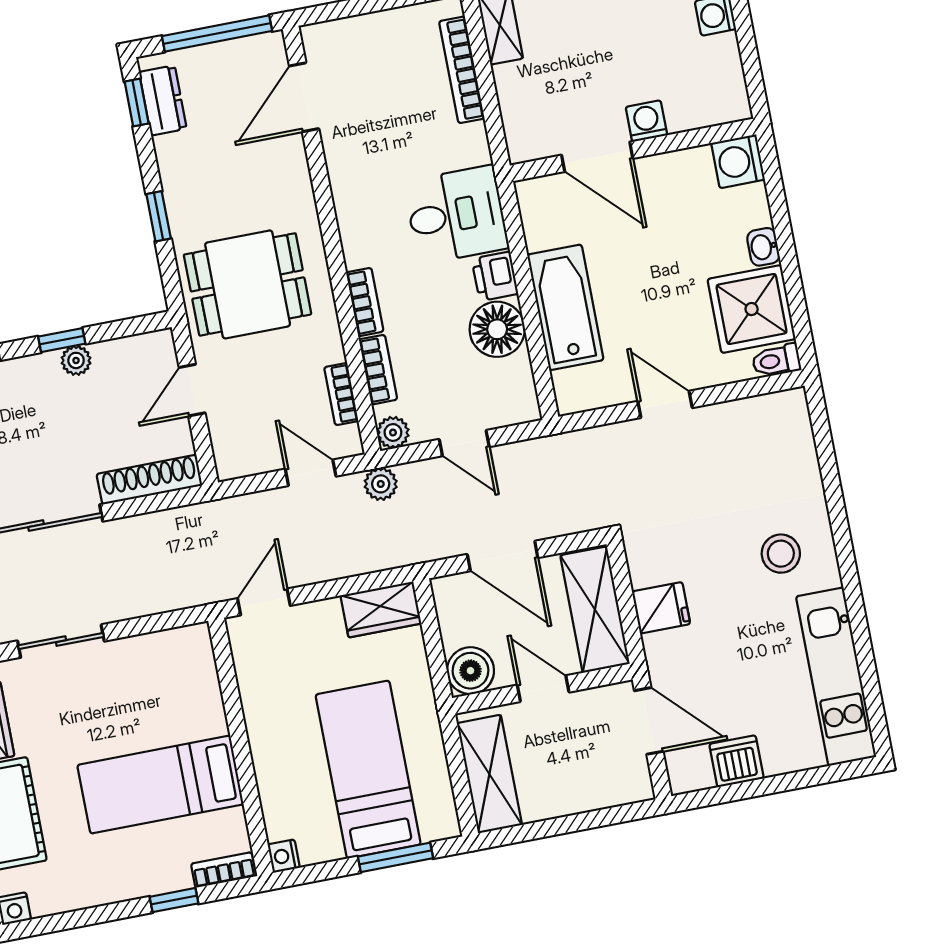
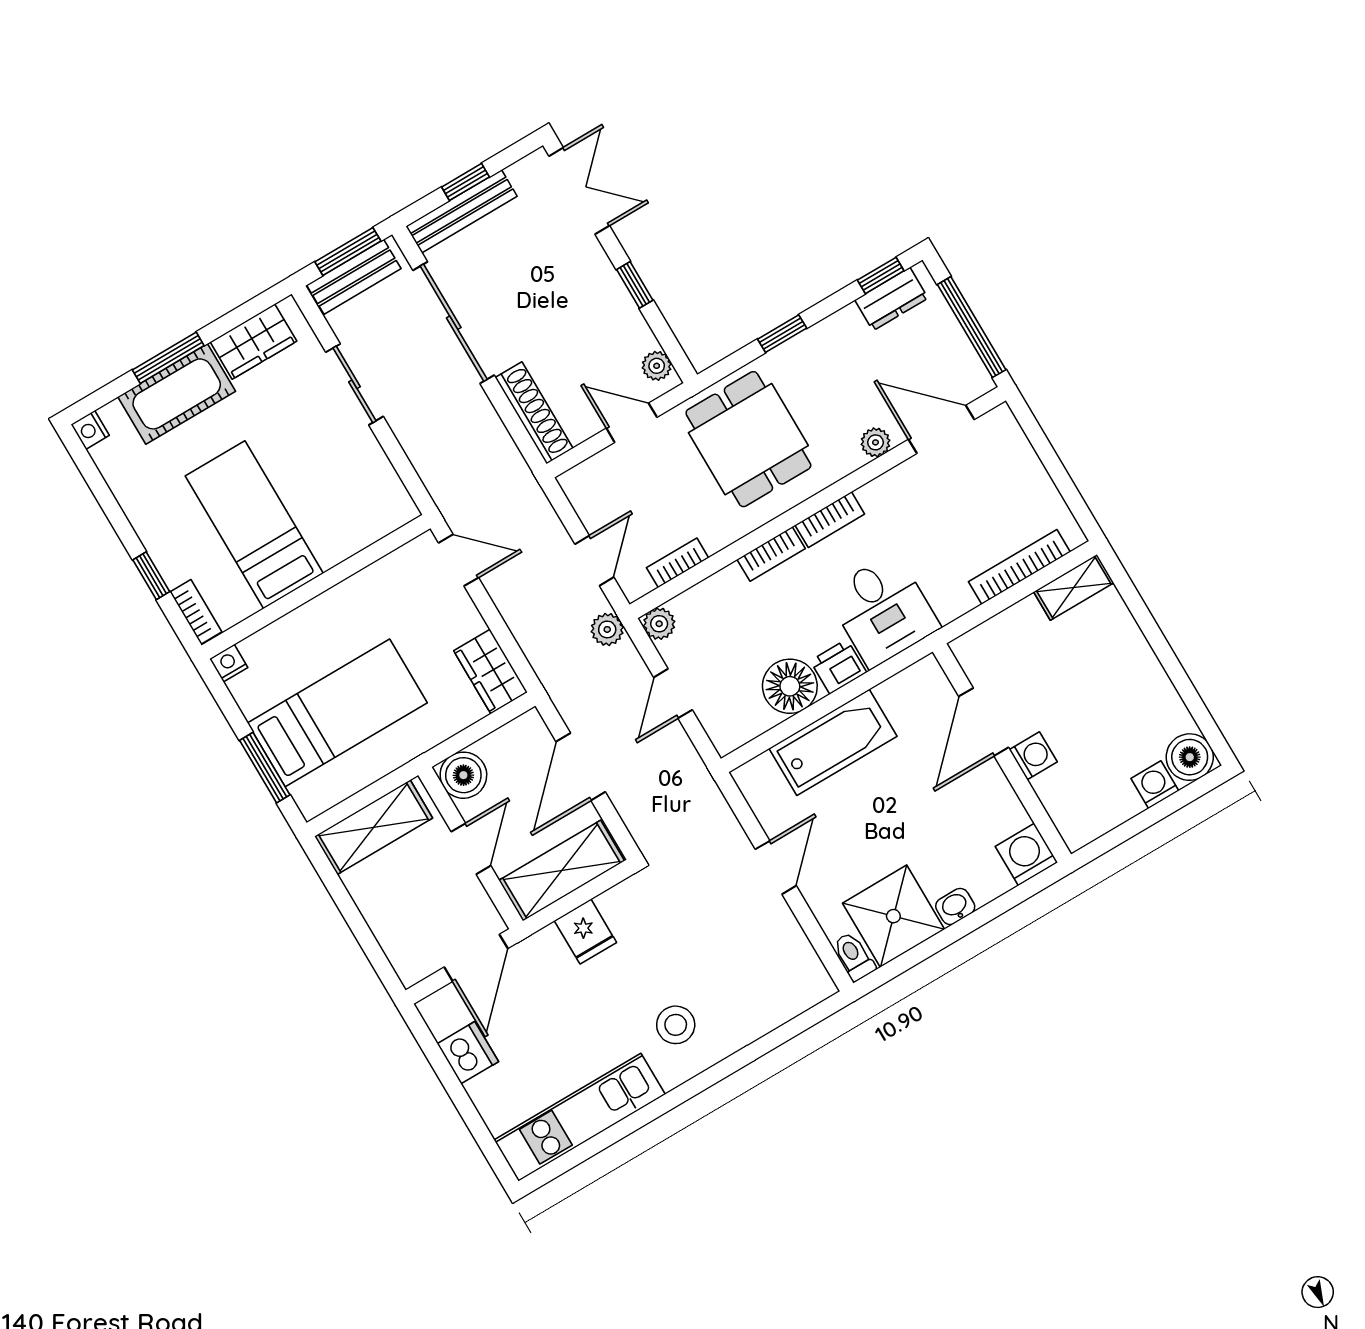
plant: (294, 164) -> (876, 442), added
plant: (76, 360) -> (657, 366), moved
bookcase: (378, 370) -> (830, 520), moved

